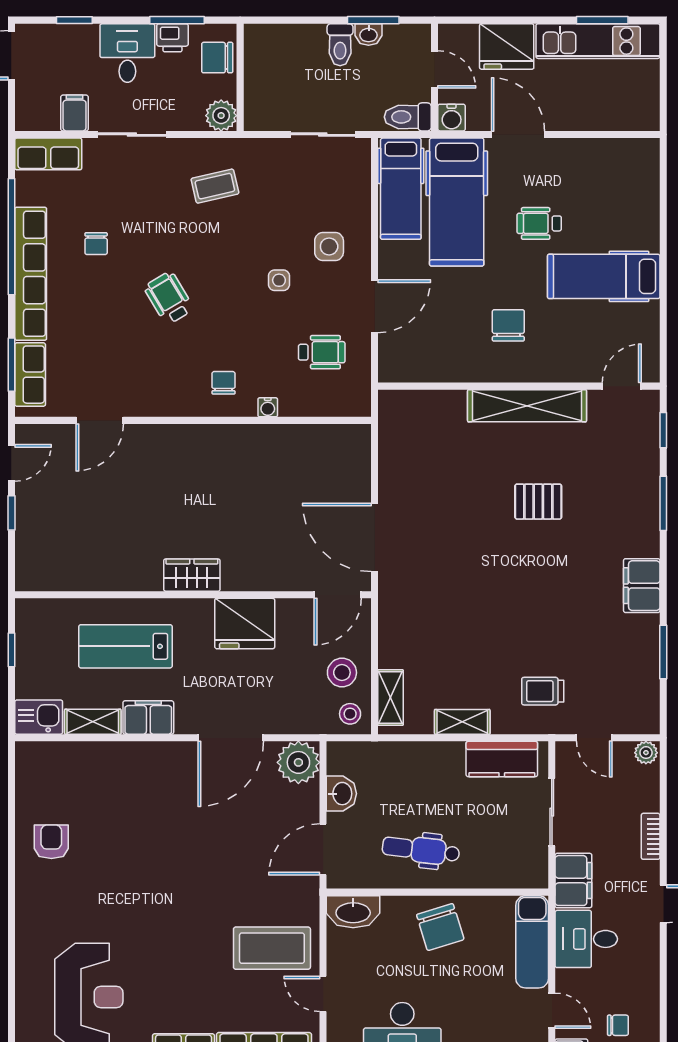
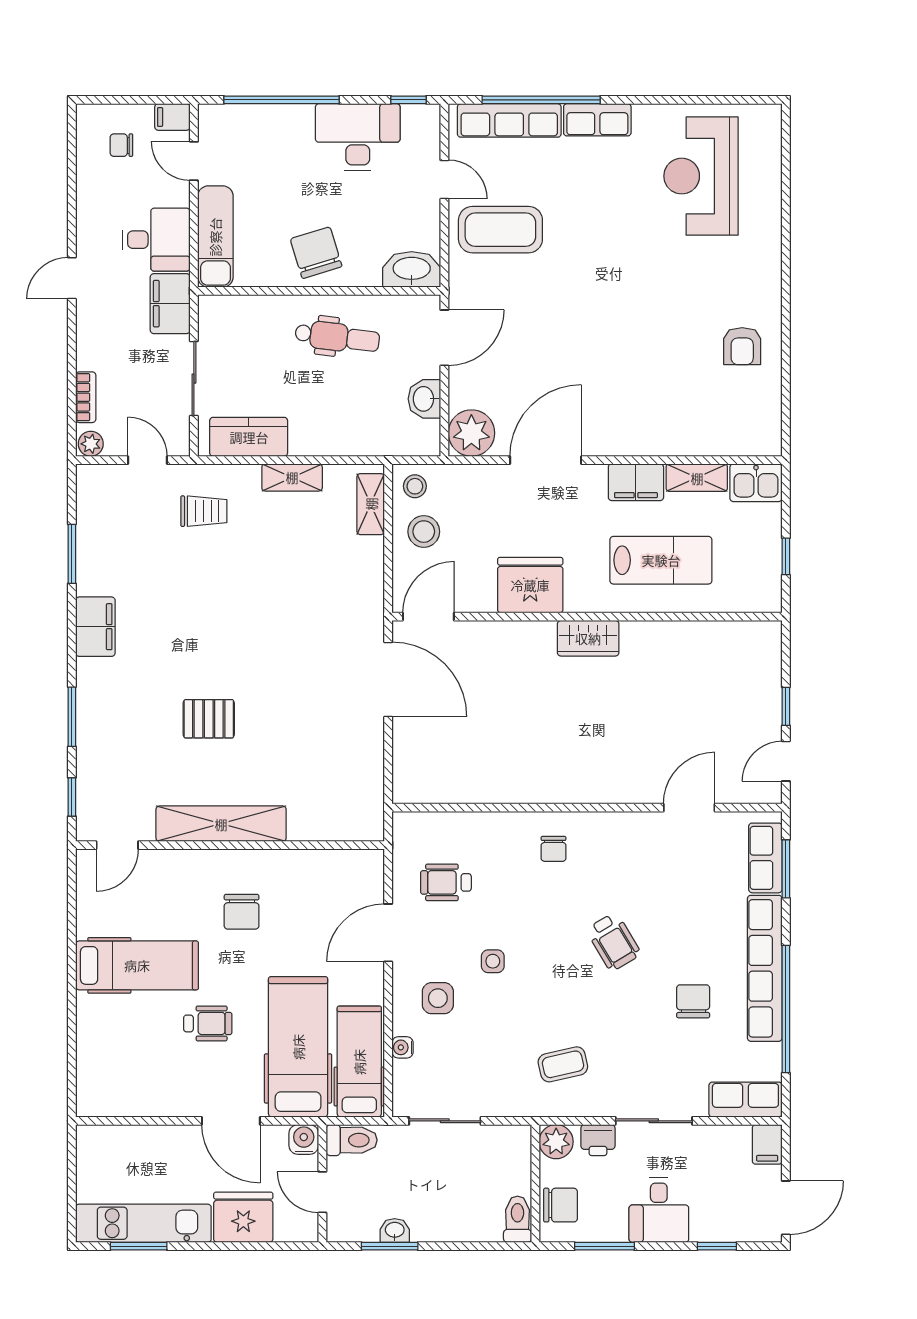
printer: (172, 38) -> (598, 1140), moved, turned 180
toilet: (340, 45) -> (517, 1219), moved
filing cabinet: (75, 113) -> (767, 1144), moved
chair: (96, 244) -> (693, 1001), width x1.37, depth x1.37
water cooler: (268, 407) -> (403, 1047), moved, turned -90
bookcase: (651, 836) -> (86, 397), moved

